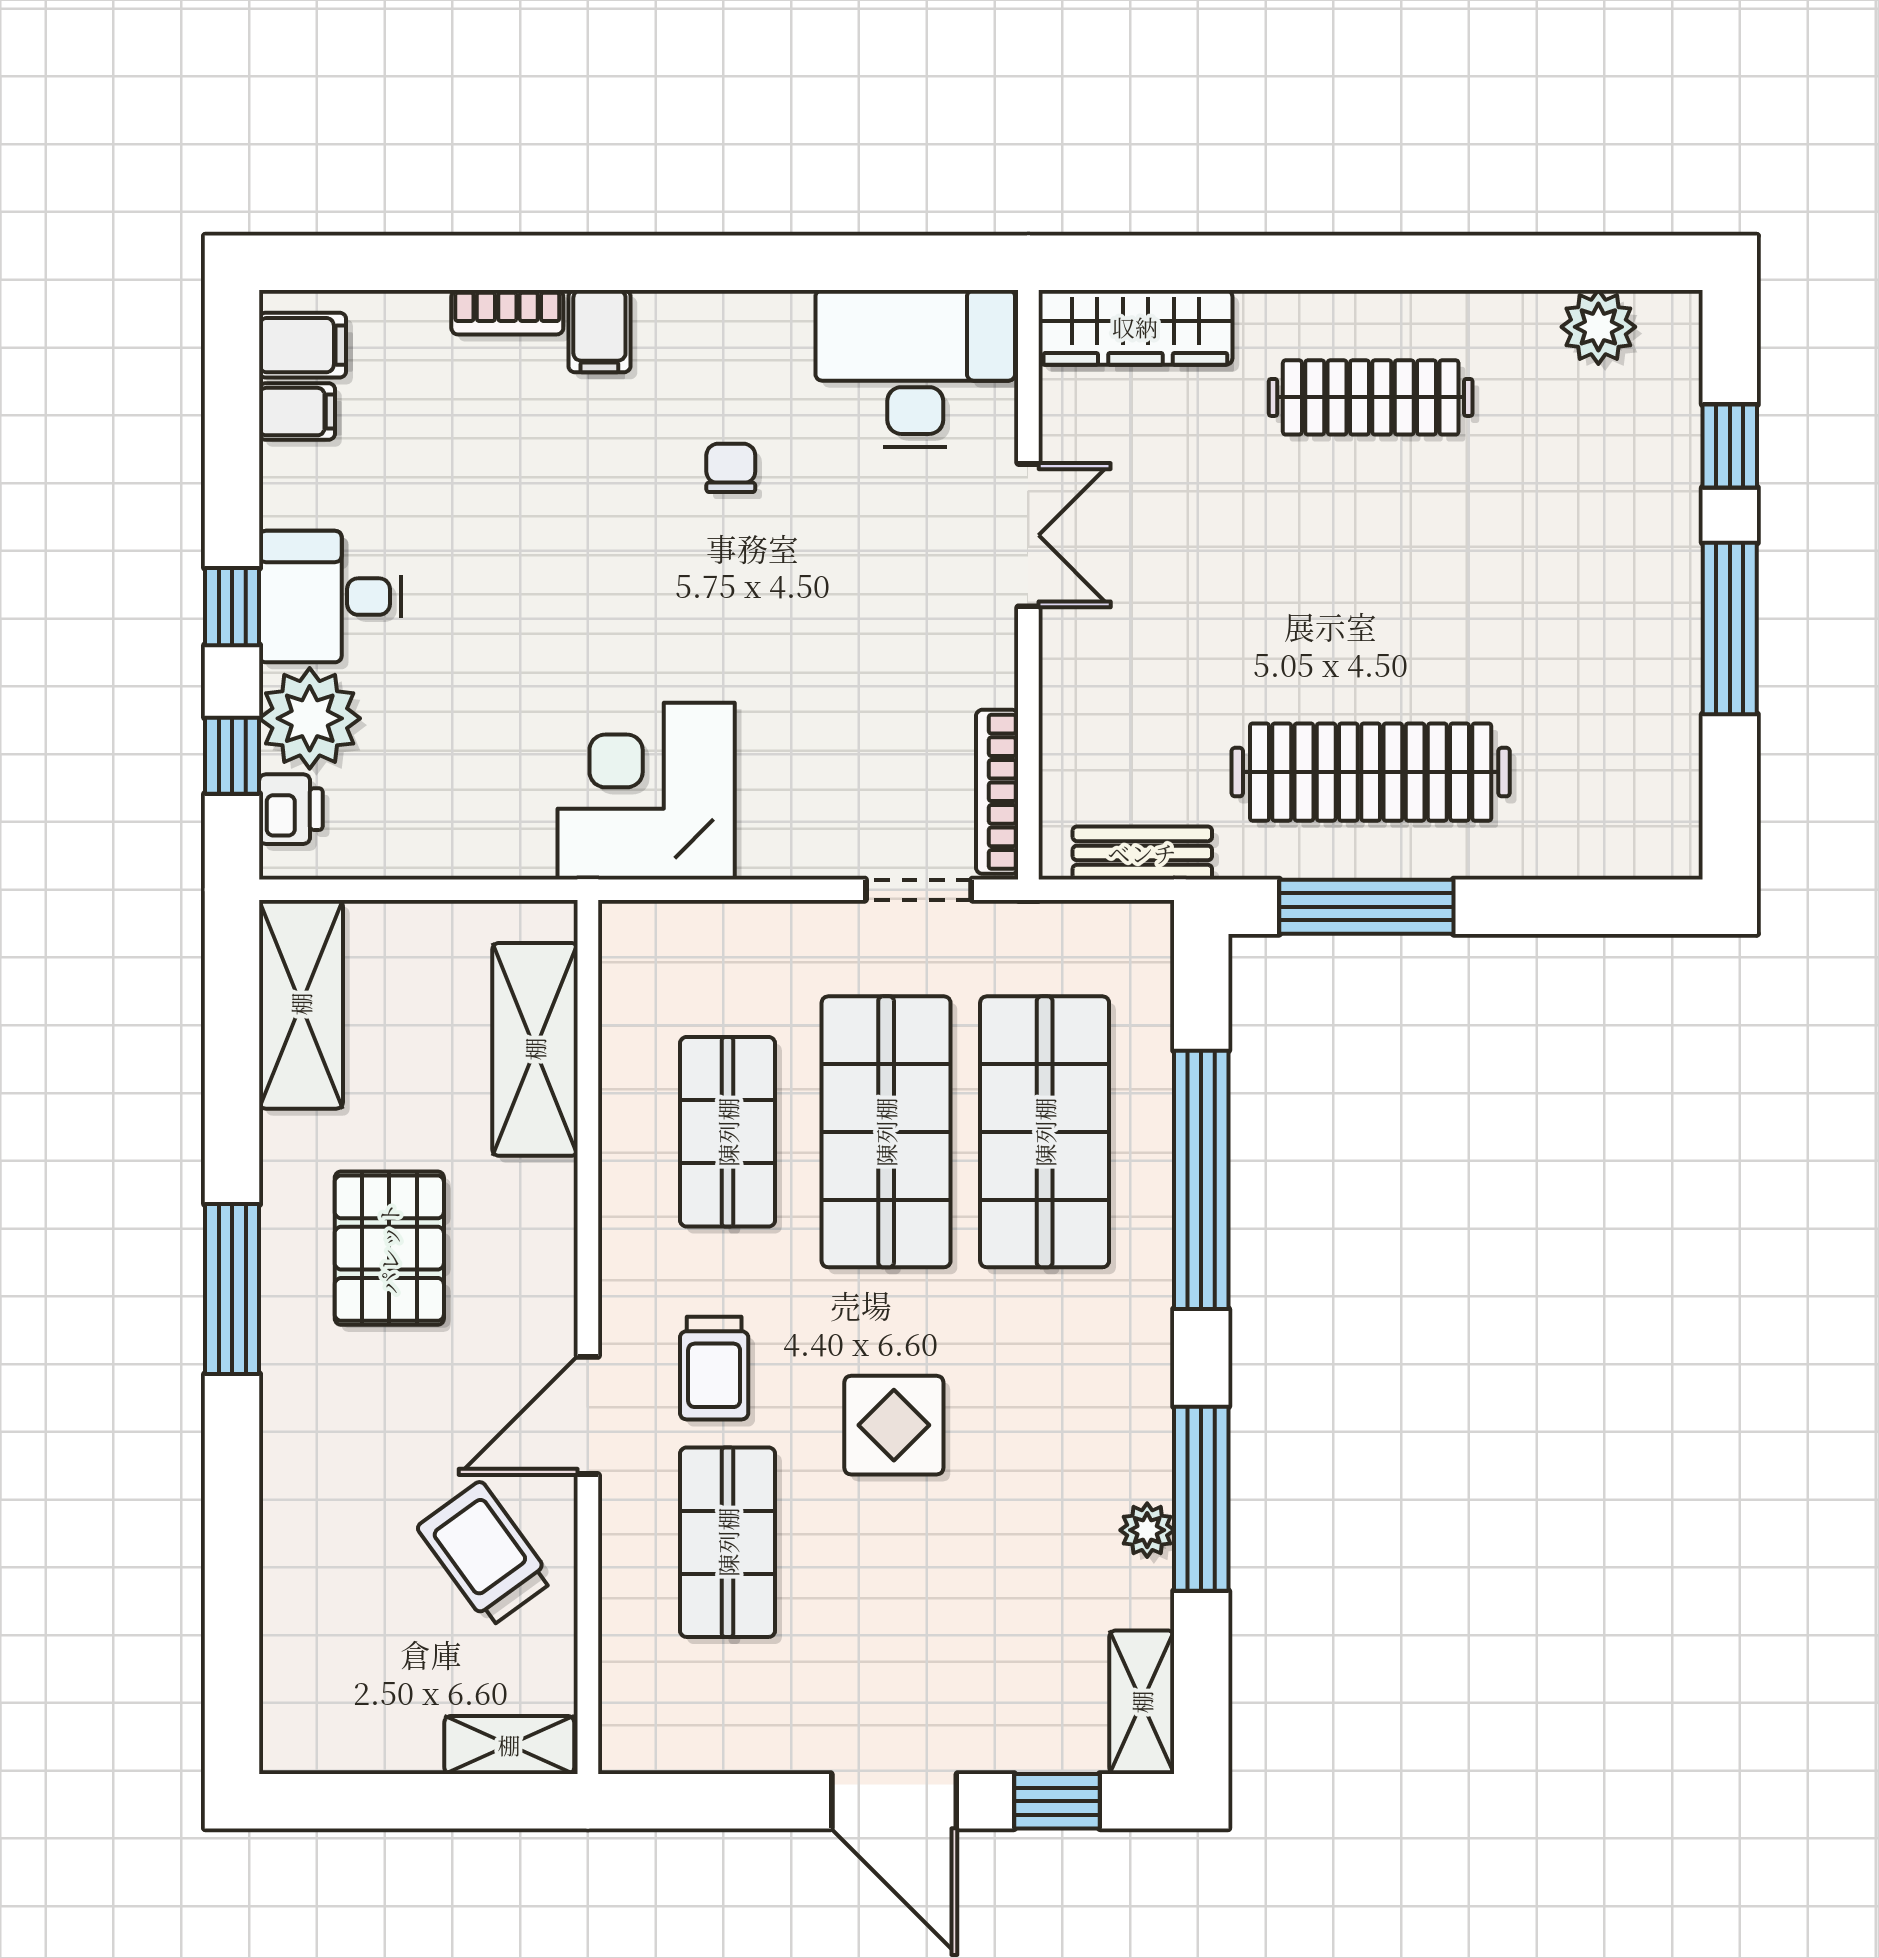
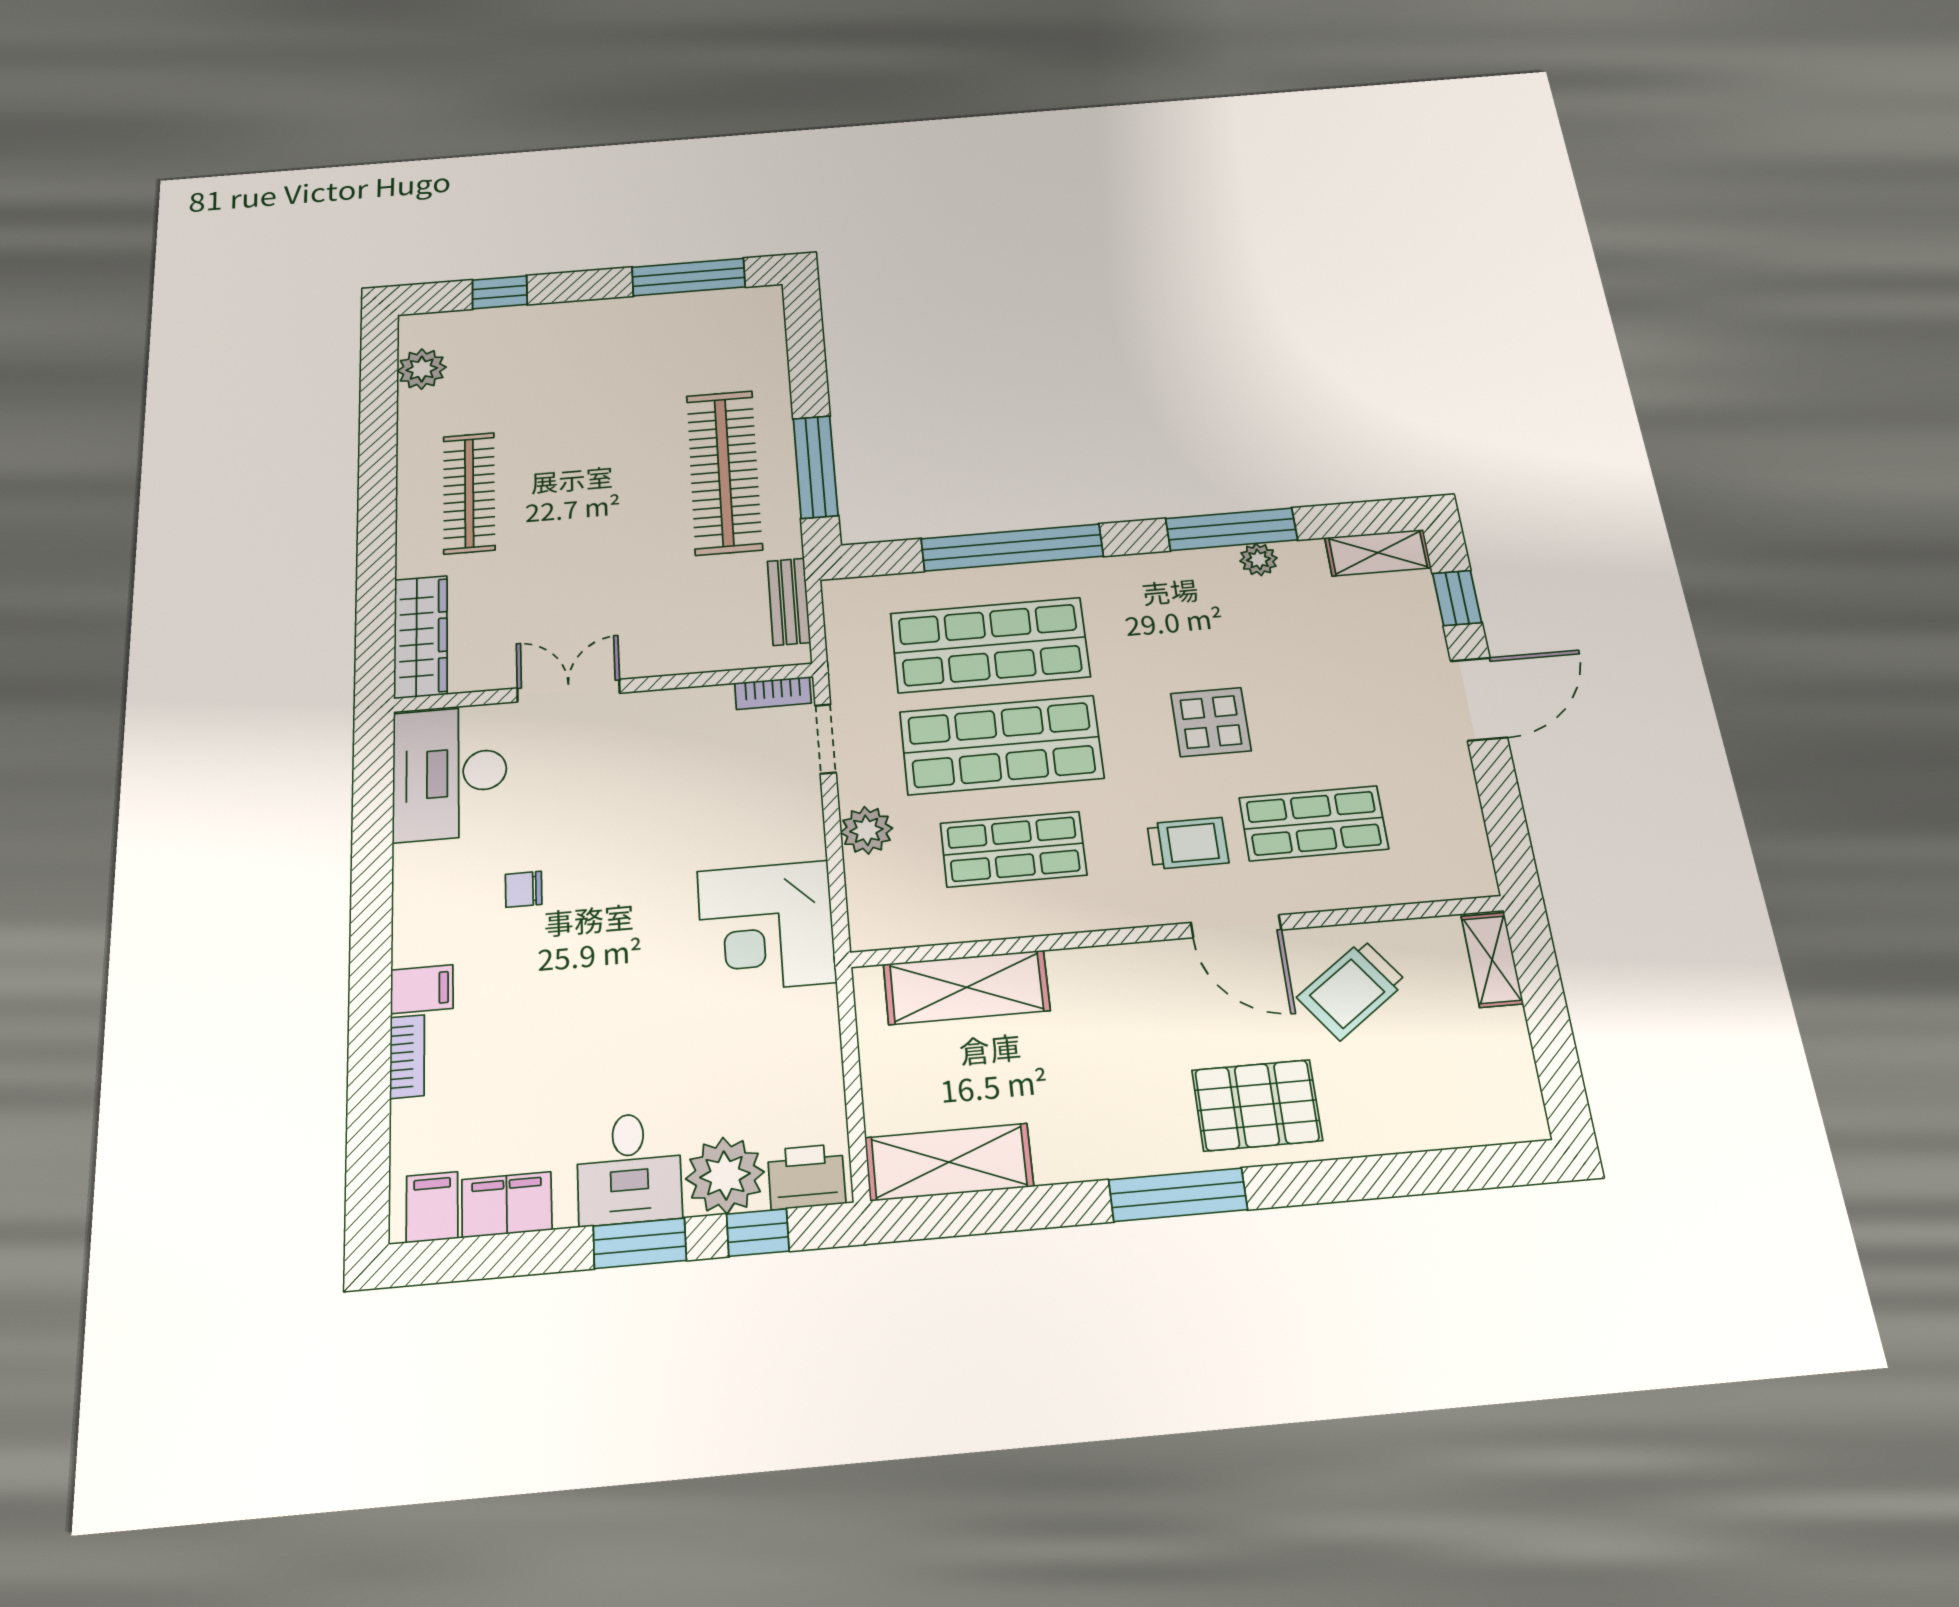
filing cabinet: (297, 412) -> (507, 1205), width x2.00
window: (232, 607) -> (640, 1243), width x1.50
window: (1730, 628) -> (689, 277), moved
bookcase: (997, 792) -> (773, 693), width x0.64
printer: (291, 809) -> (807, 1177), width x1.36, depth x1.24
plant: (774, 936) -> (867, 830), added
pallet: (389, 1248) -> (1257, 1105), moved

